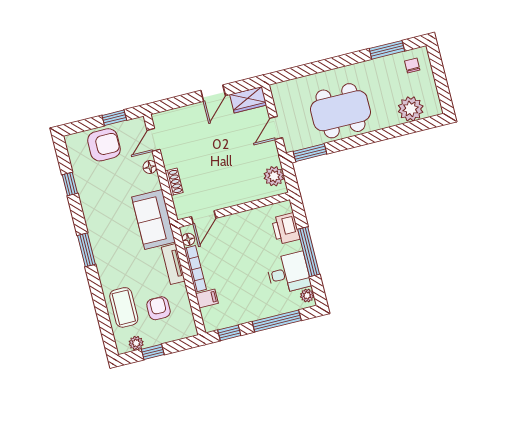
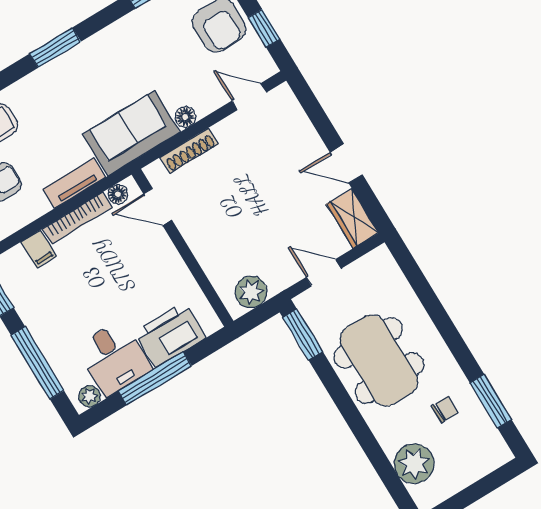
chair: (412, 66) -> (445, 409), moved
floor lamp: (150, 167) -> (185, 117), moved
shoe rack: (174, 182) -> (189, 151), width x1.43
printer: (286, 229) -> (170, 335), width x1.37, depth x1.19

